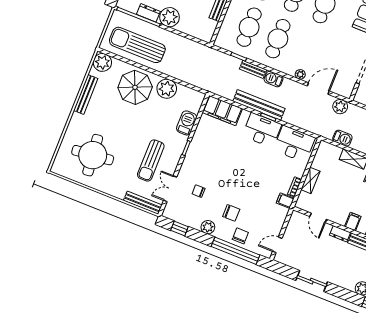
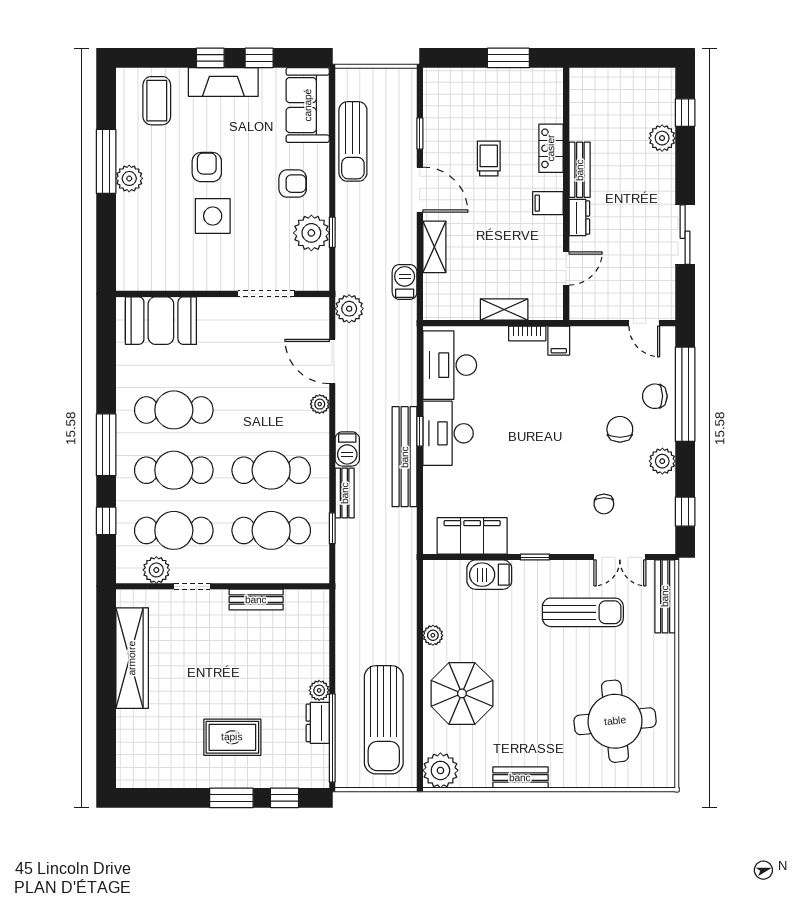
plant: (170, 17) -> (319, 690), width x0.53, depth x0.53
plant: (167, 89) -> (433, 635), width x0.53, depth x0.53
bench: (86, 94) -> (520, 778), width x0.73
filing cabinet: (222, 110) -> (472, 536), moved, turned -90

